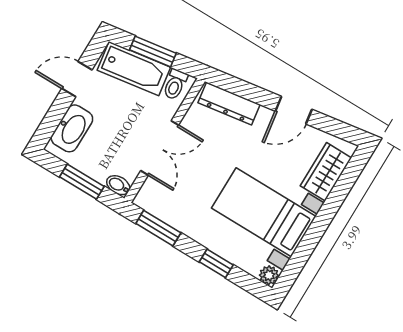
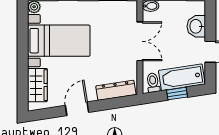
window: (153, 51) -> (177, 94), width x0.67
washbasin: (72, 128) -> (196, 26), width x0.72
double door: (160, 148) -> (140, 41), swing flipped

